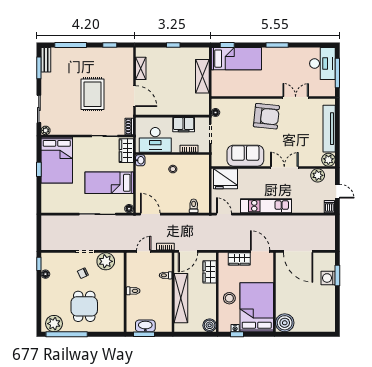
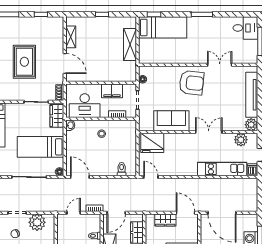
desk: (322, 63) -> (245, 28), width x0.73
kitchen unit: (266, 206) -> (222, 169), moved

